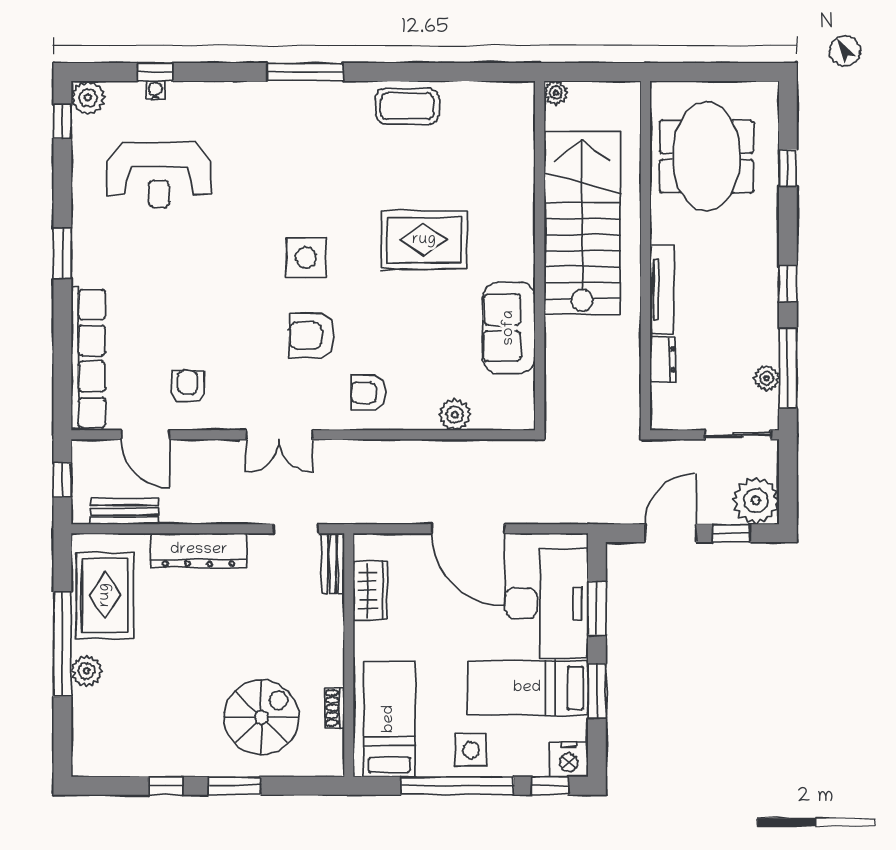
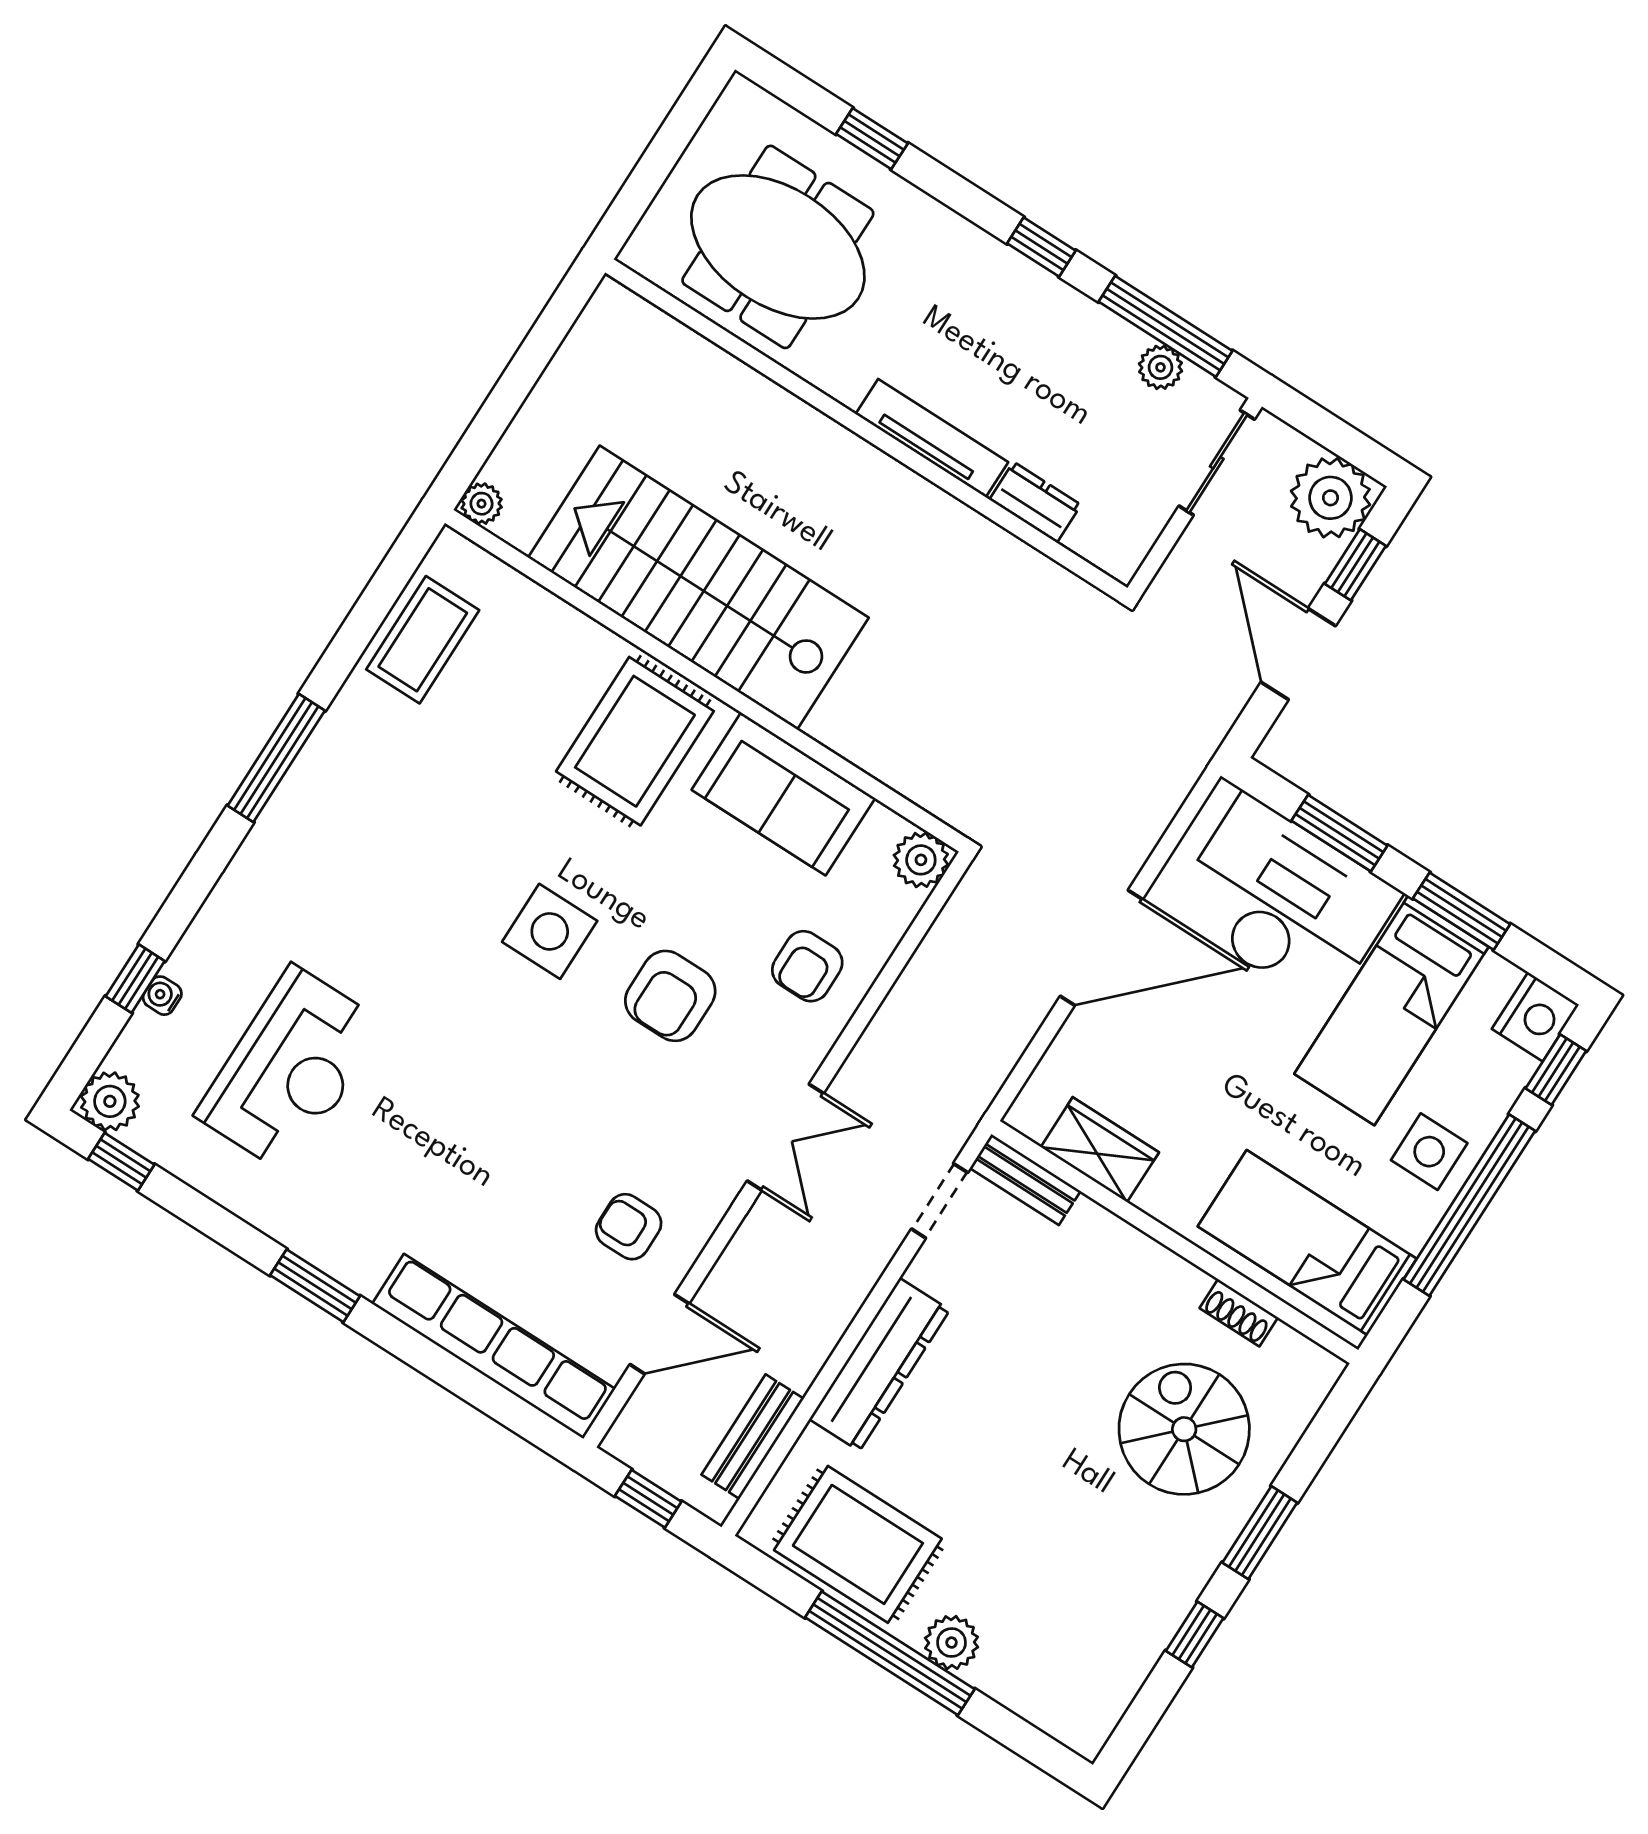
plant: (556, 93) -> (482, 504), moved
stairs: (582, 223) -> (698, 588), moved
wall: (540, 256) -> (706, 681), moved
sofa: (509, 328) -> (783, 794), moved

